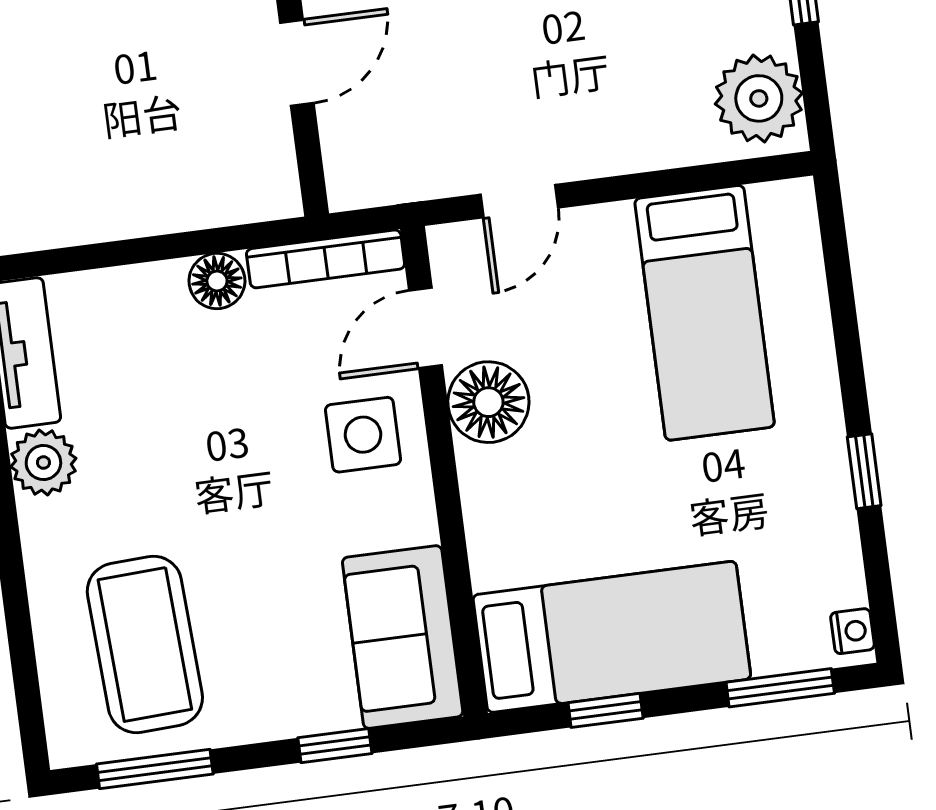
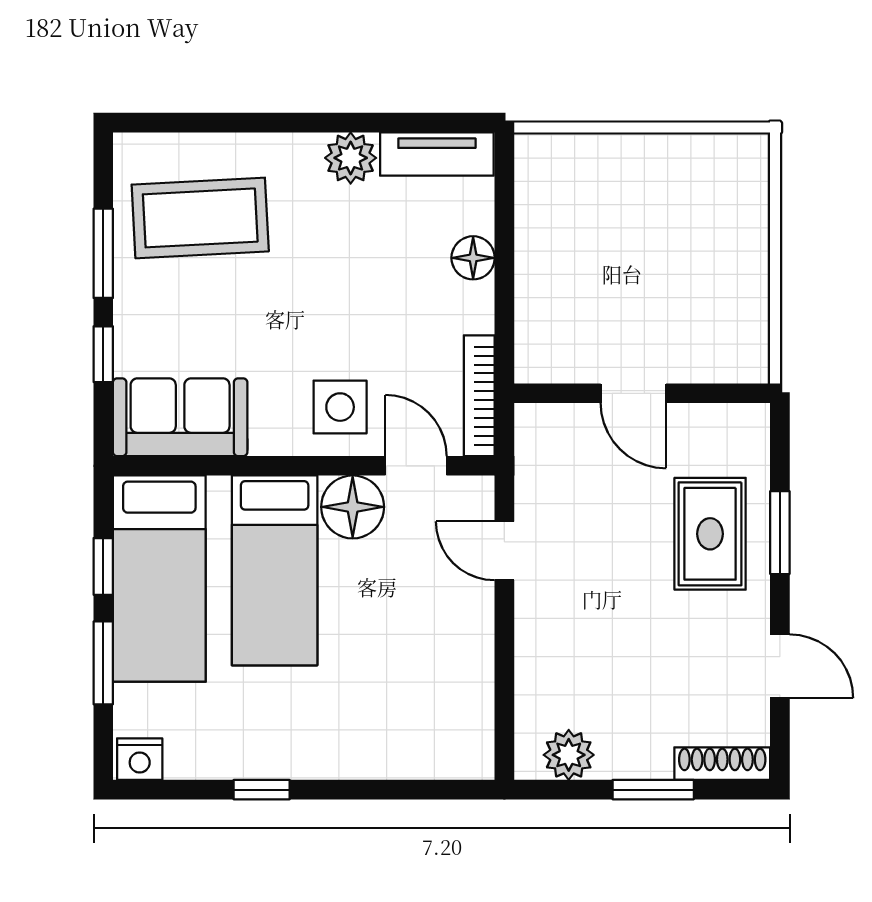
plant: (759, 98) -> (569, 755), width x0.73, depth x0.73
floor lamp: (217, 281) -> (473, 258), moved
bed: (705, 313) -> (275, 570), moved, turned -90
nightstand: (852, 631) -> (140, 759), width x1.39, depth x1.35
window: (780, 688) -> (103, 663), moved
window: (155, 769) -> (103, 253), moved

